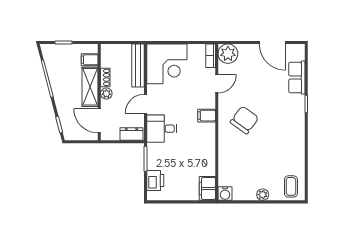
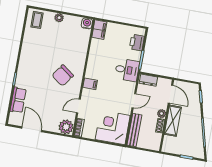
filing cabinet: (90, 60) -> (169, 141), removed
desk: (162, 129) -> (127, 70), moved

